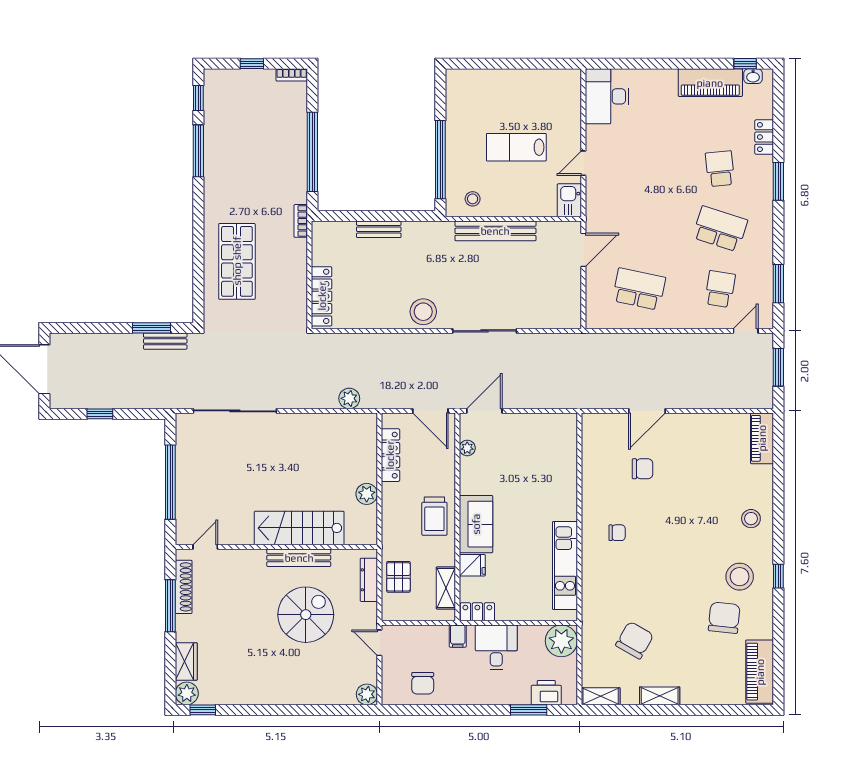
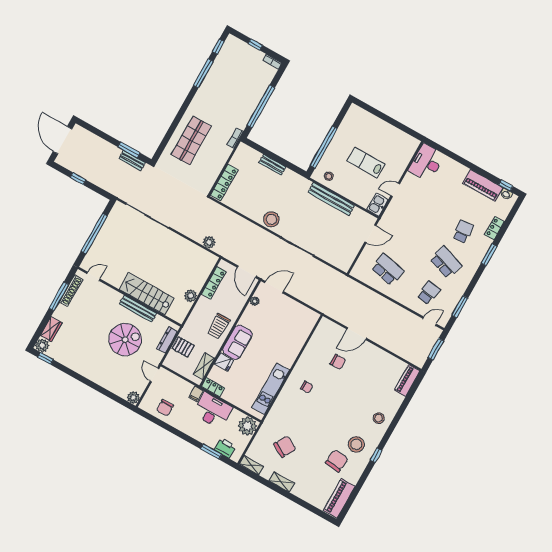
pallet: (398, 577) -> (183, 347), turned 90
desk: (496, 647) -> (213, 411), width x1.37

